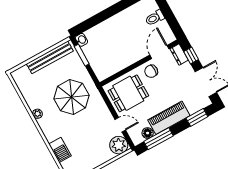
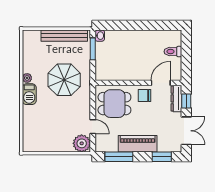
dresser: (179, 54) -> (176, 98), width x1.44
floor lamp: (148, 133) -> (112, 147), removed
barbecue: (60, 150) -> (29, 94), moved

